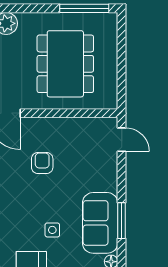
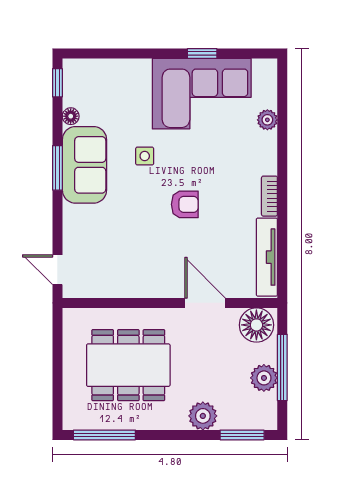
dining table: (65, 64) -> (128, 365), turned 90
armchair: (42, 163) -> (185, 204), moved, turned -90

